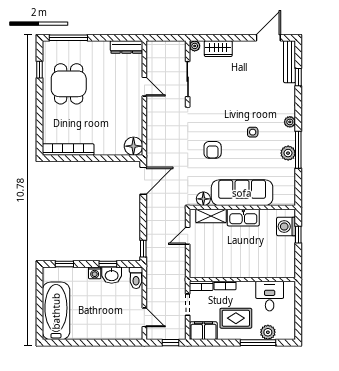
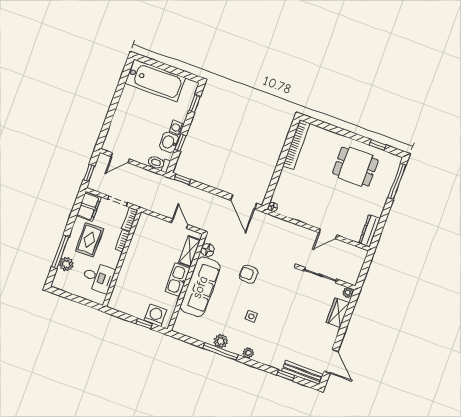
floor lamp: (133, 146) -> (273, 207), width x0.53, depth x0.53

